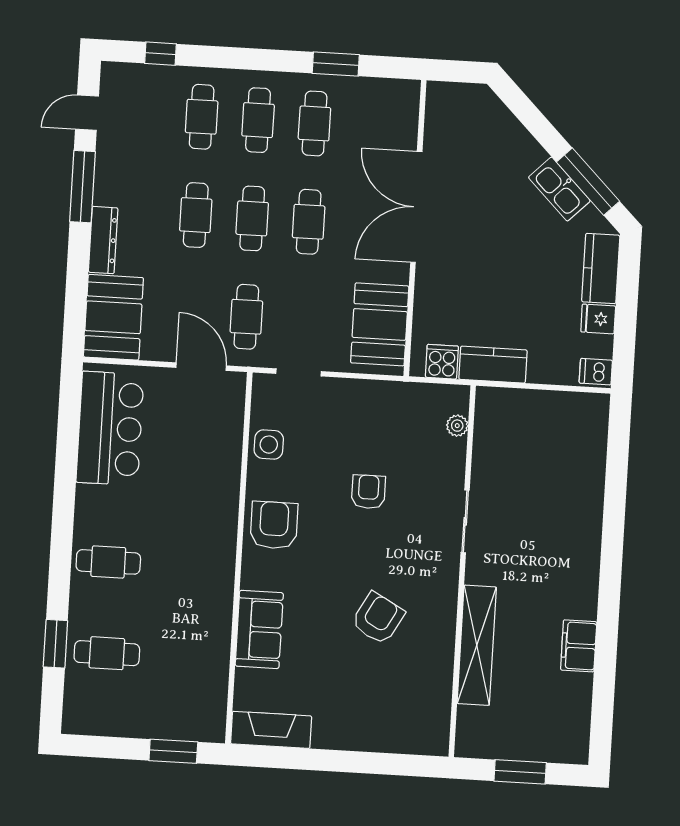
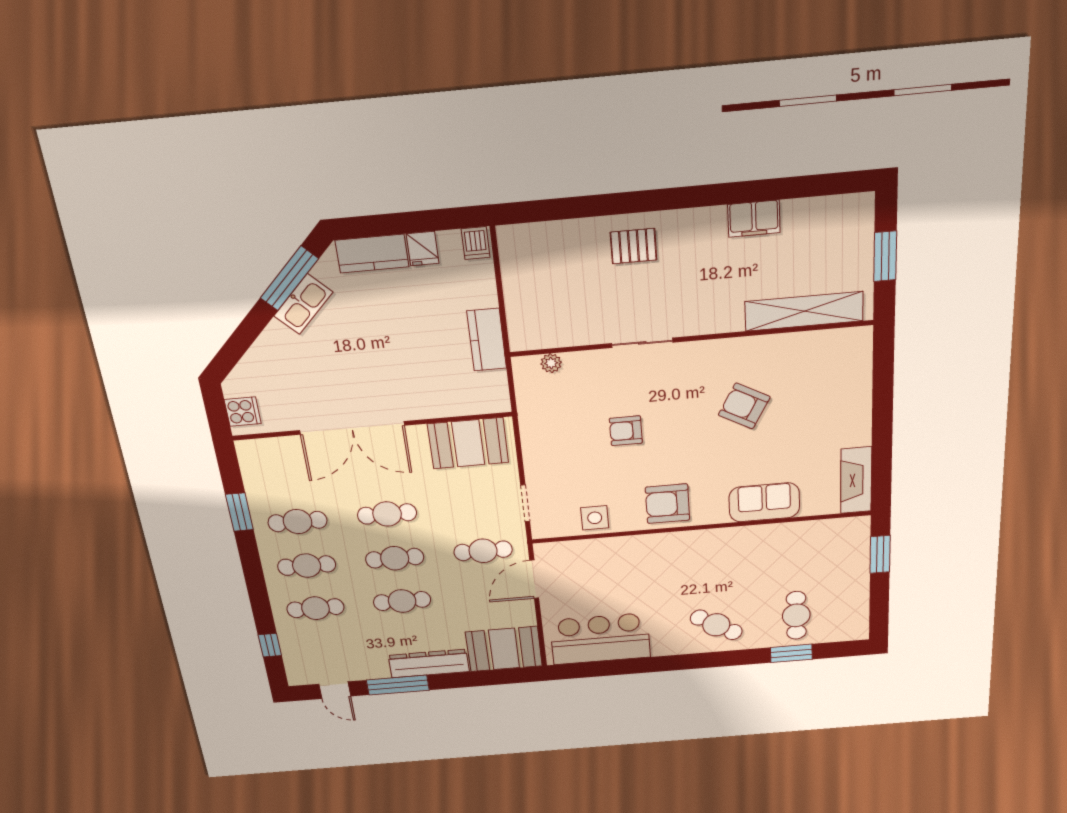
dresser: (103, 240) -> (429, 663), width x1.37, depth x1.24
cooker: (442, 362) -> (243, 412), moved, turned 180
pallet: (569, 525) -> (633, 246), added
cafe table: (108, 562) -> (716, 625), turned -58
shelving: (477, 645) -> (804, 311), moved

